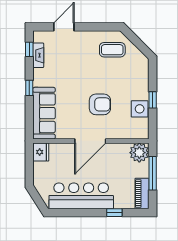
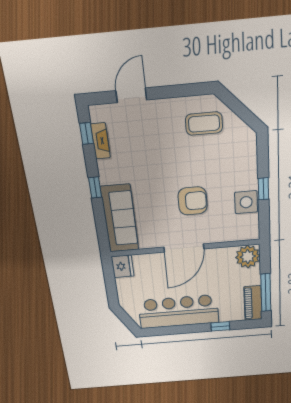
window: (153, 173) -> (266, 293), moved

